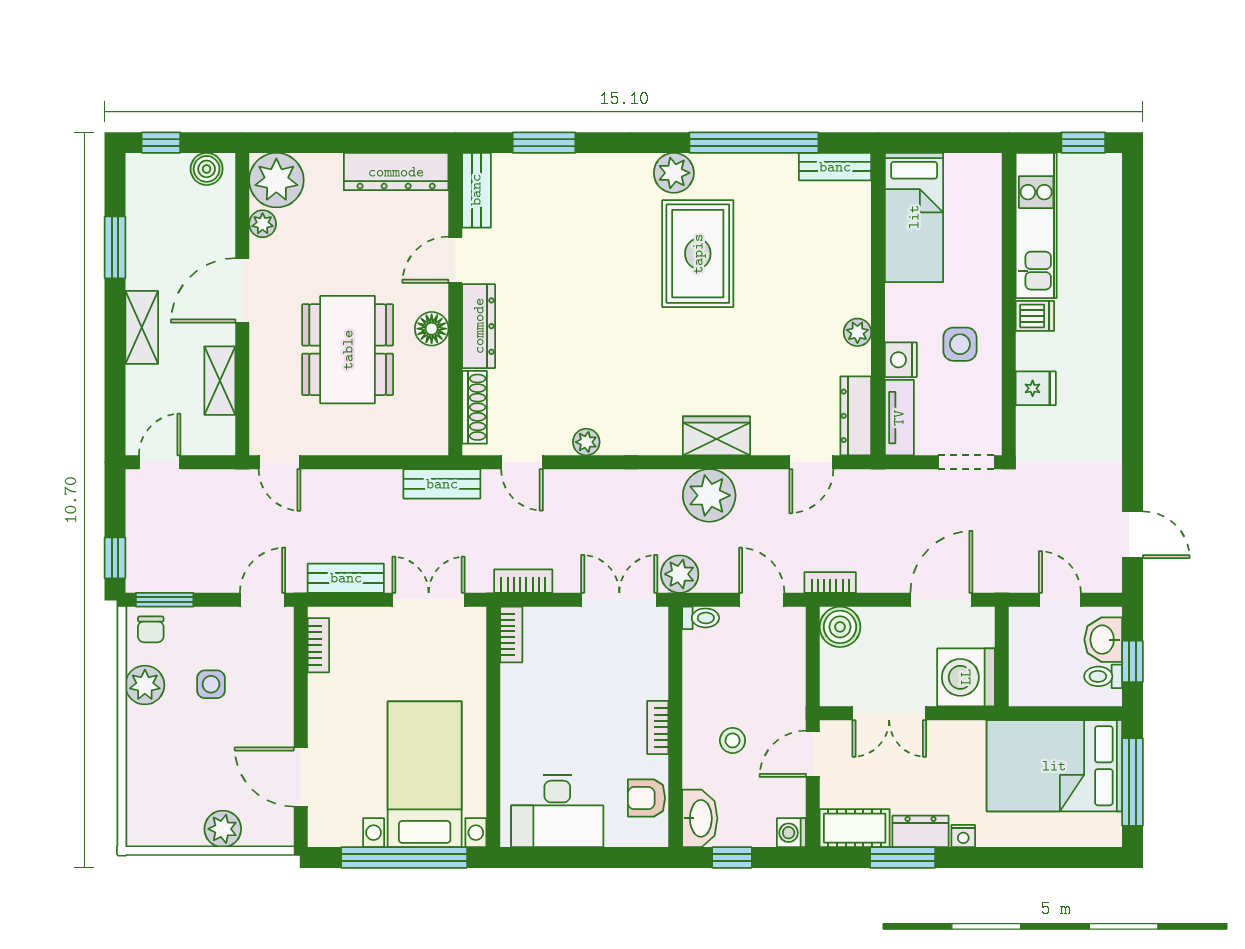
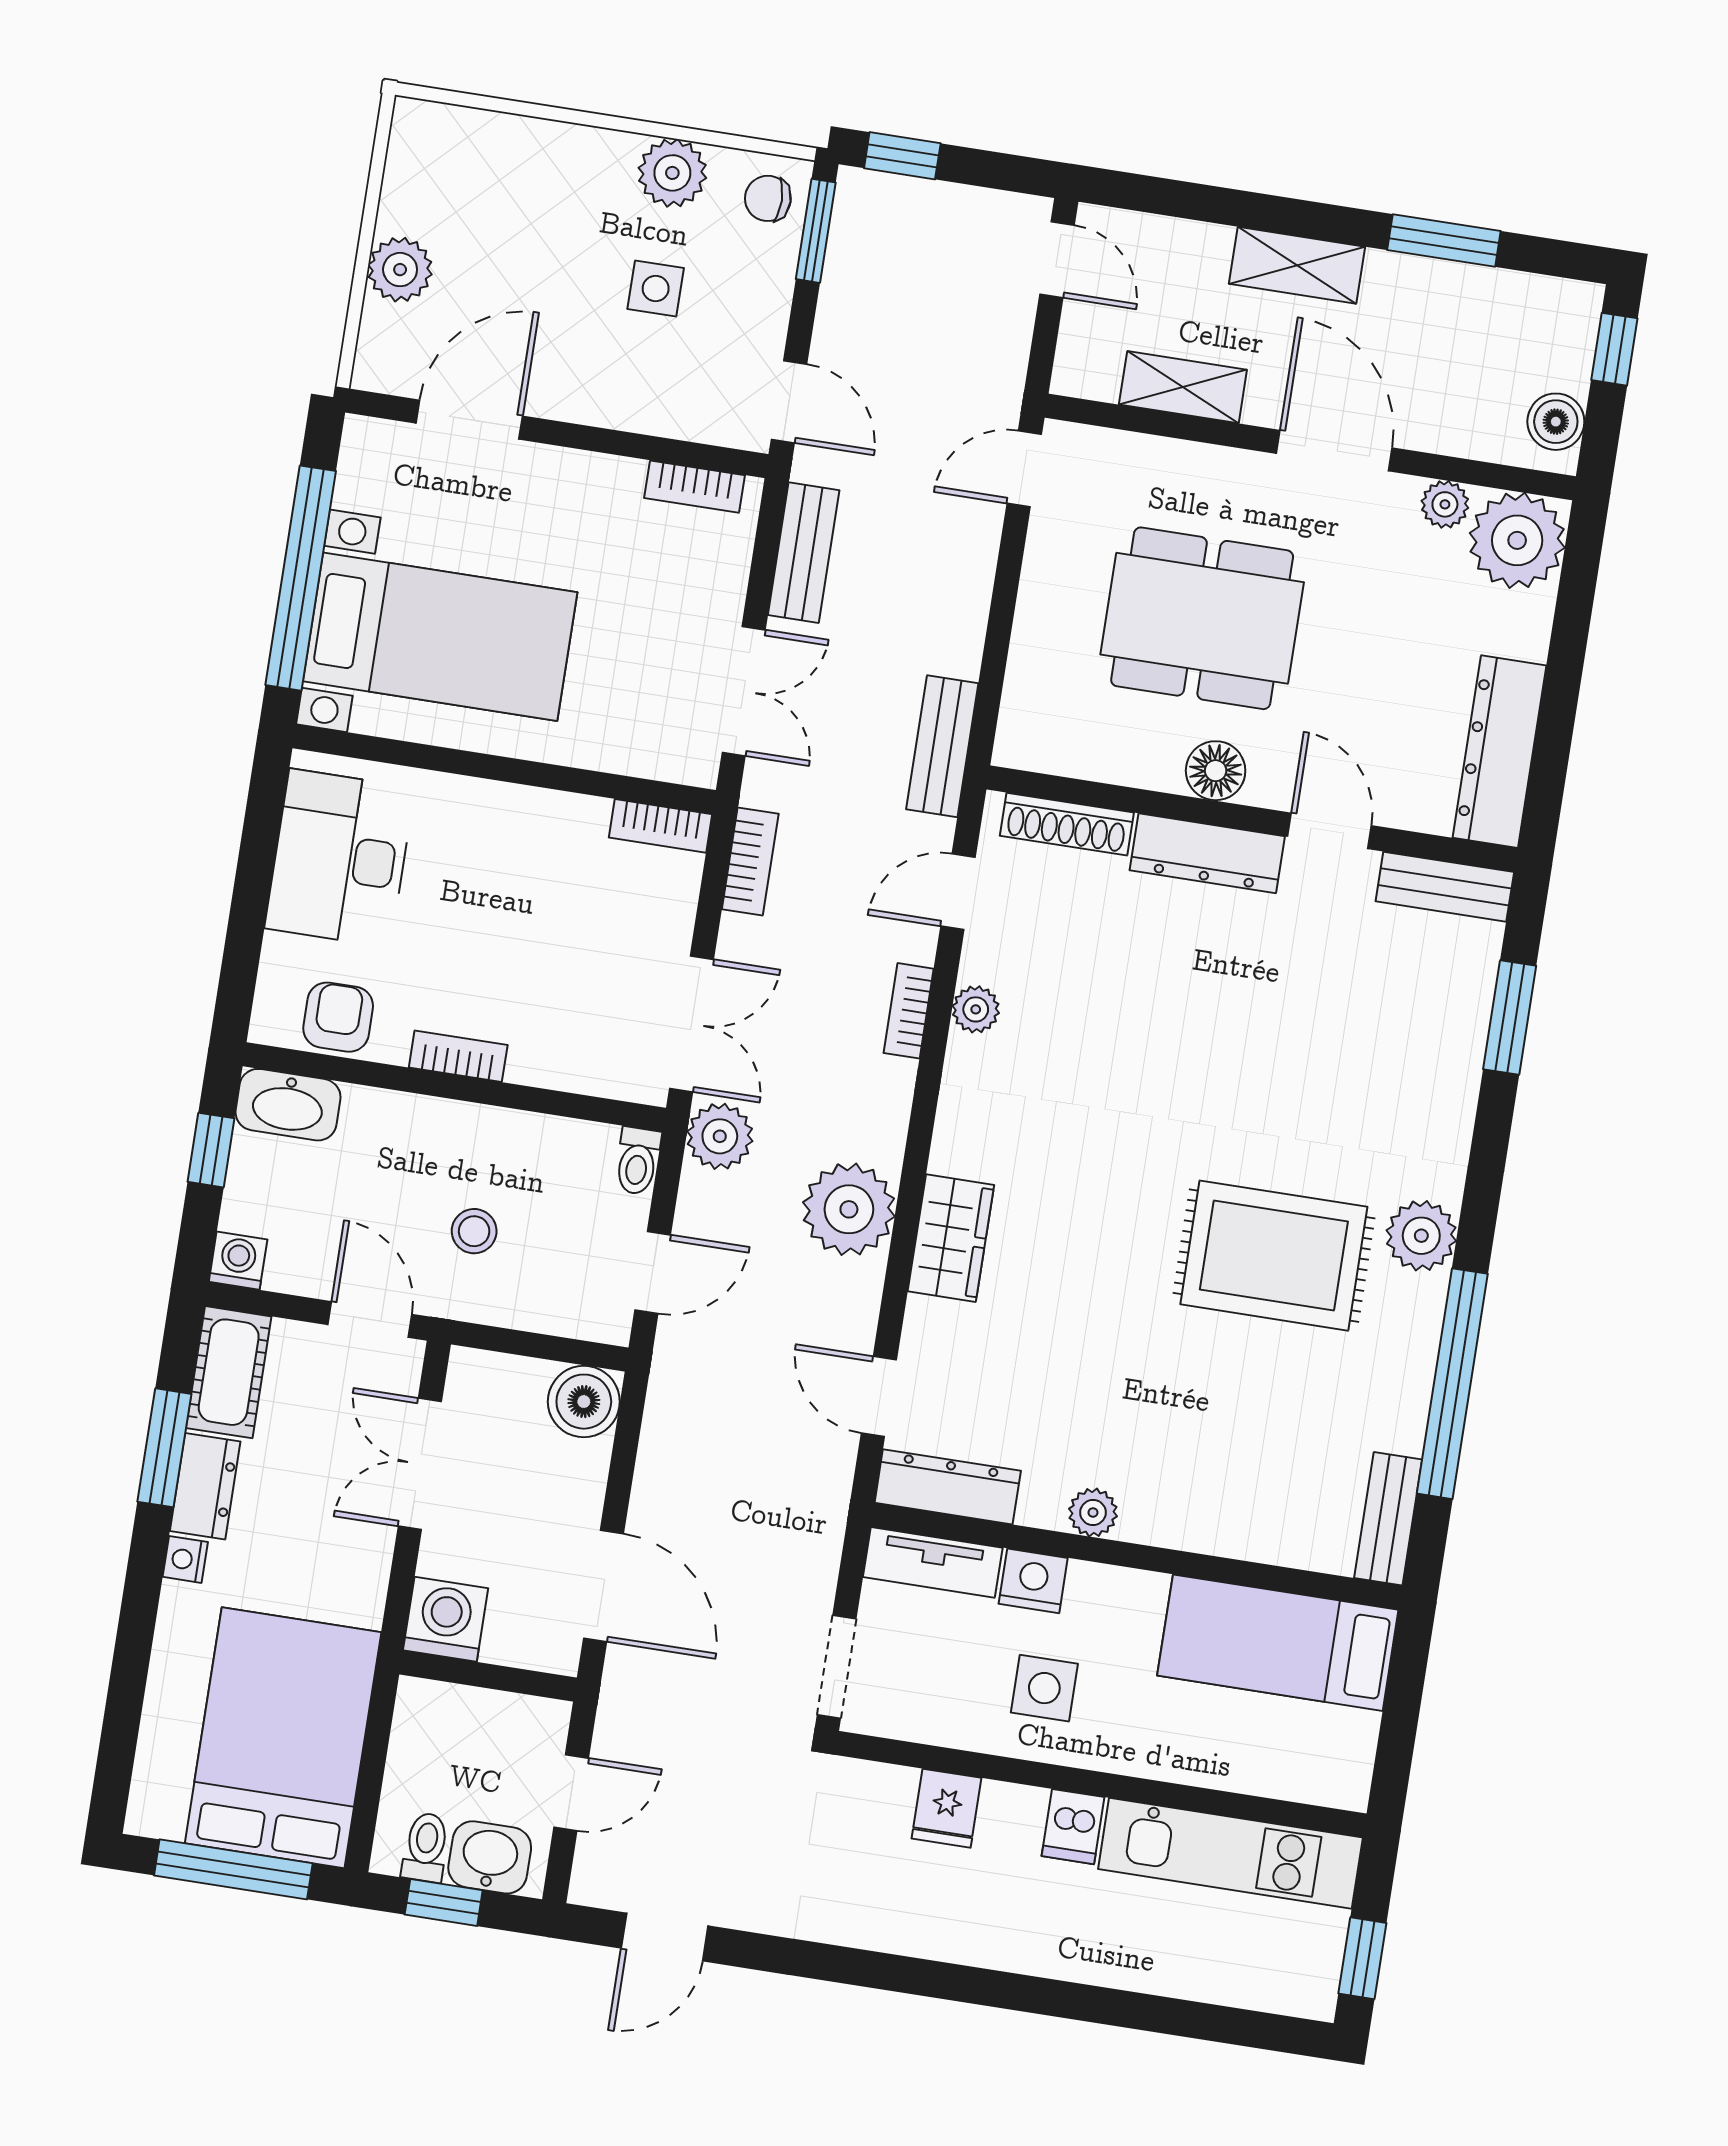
bookcase: (830, 583) -> (909, 1011), moved, turned 180
washing machine: (966, 677) -> (446, 1619), width x0.73, depth x0.73
stool: (733, 740) -> (474, 1231), moved

